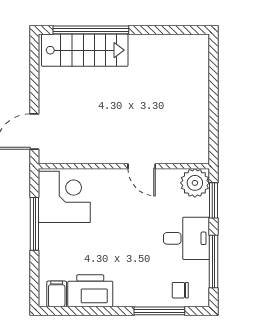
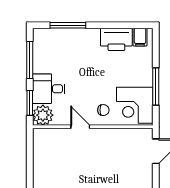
desk: (187, 238) -> (49, 89), moved
chair: (180, 290) -> (103, 110), moved

